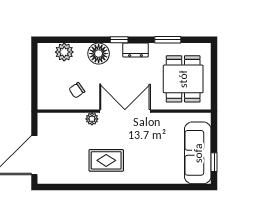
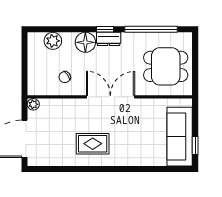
window: (168, 40) -> (151, 29), width x2.11
dresser: (135, 50) -> (109, 39), moved
dining table: (183, 79) -> (166, 66), turned 90
plant: (92, 119) -> (33, 104), moved

